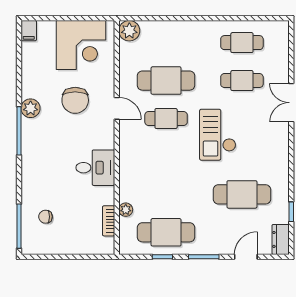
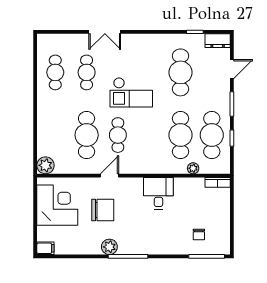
cafe table: (166, 194) -> (180, 135), added
bookcase: (109, 221) -> (218, 182), moved
door: (246, 257) -> (232, 69), swing flipped

